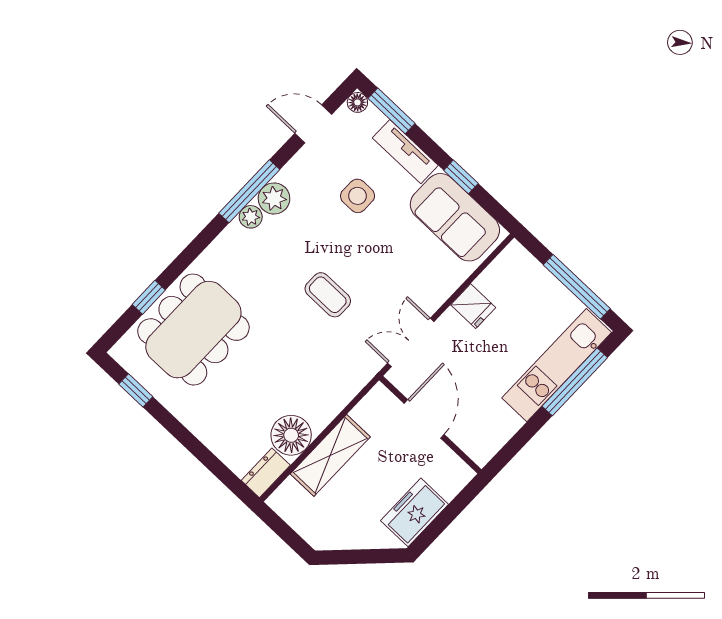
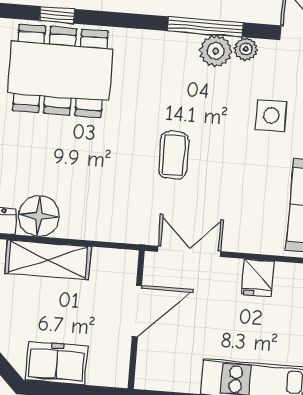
plant: (251, 217) -> (246, 49), moved

